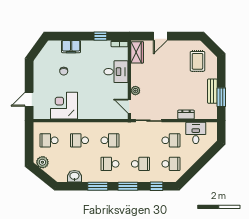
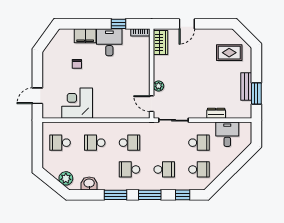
rug: (197, 61) -> (229, 53), turned 90
desk: (116, 72) -> (109, 42), moved, turned -90
plant: (42, 162) -> (66, 178), moved

